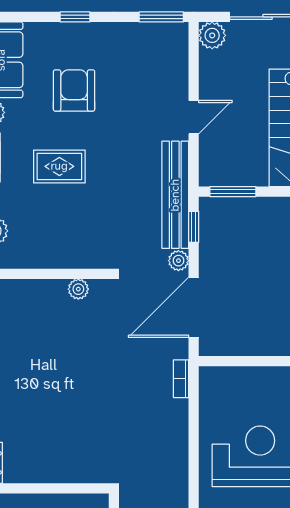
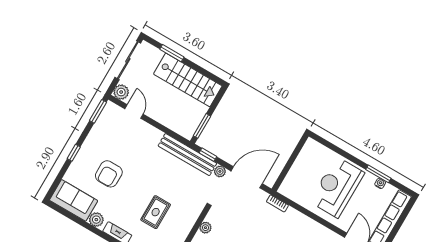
armchair: (74, 90) -> (109, 174), turned -90
door: (194, 117) -> (134, 111), moved
rug: (59, 166) -> (156, 212), moved
door: (194, 307) -> (247, 177), swing flipped

